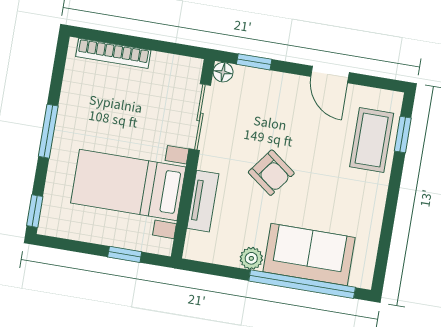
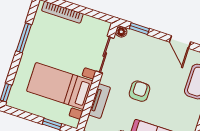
window: (48, 131) -> (24, 38), moved
armchair: (271, 173) -> (140, 91), turned -127

